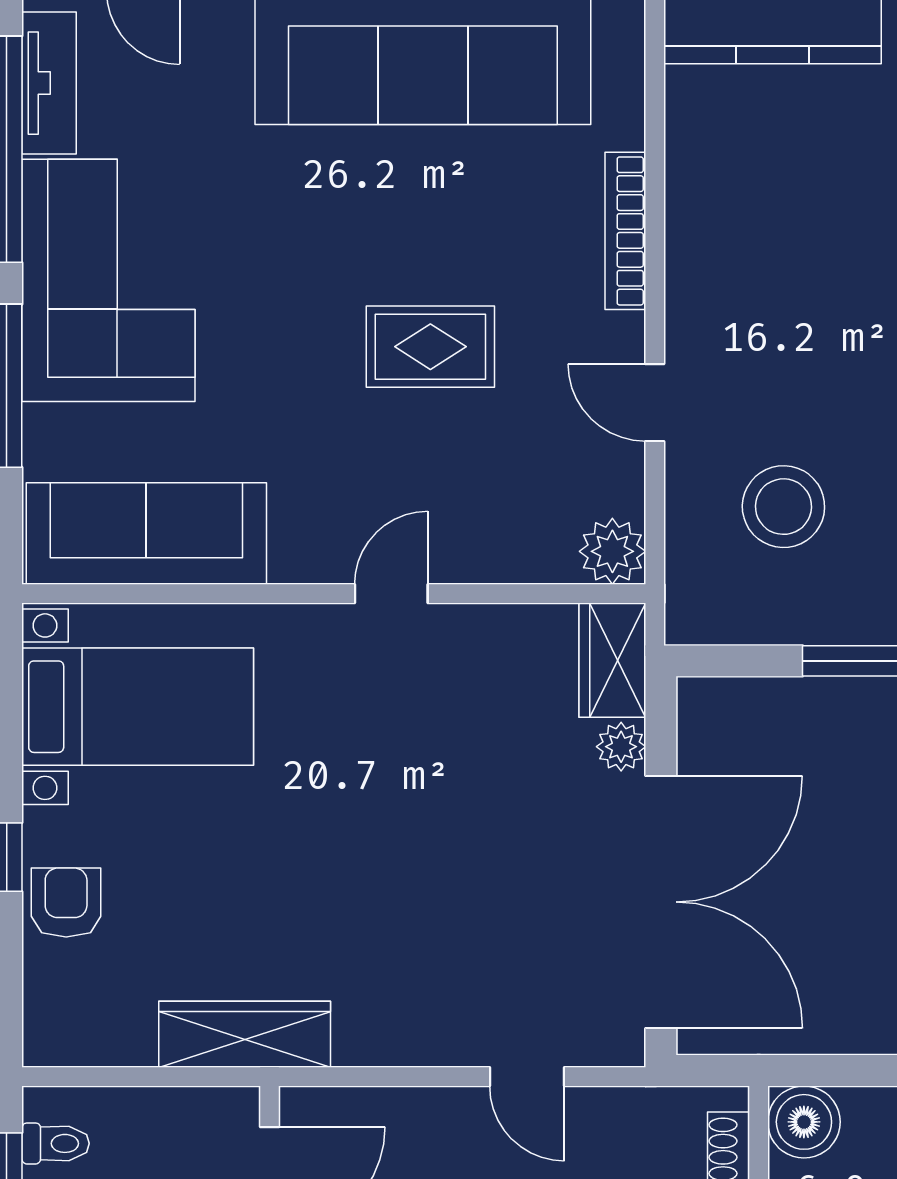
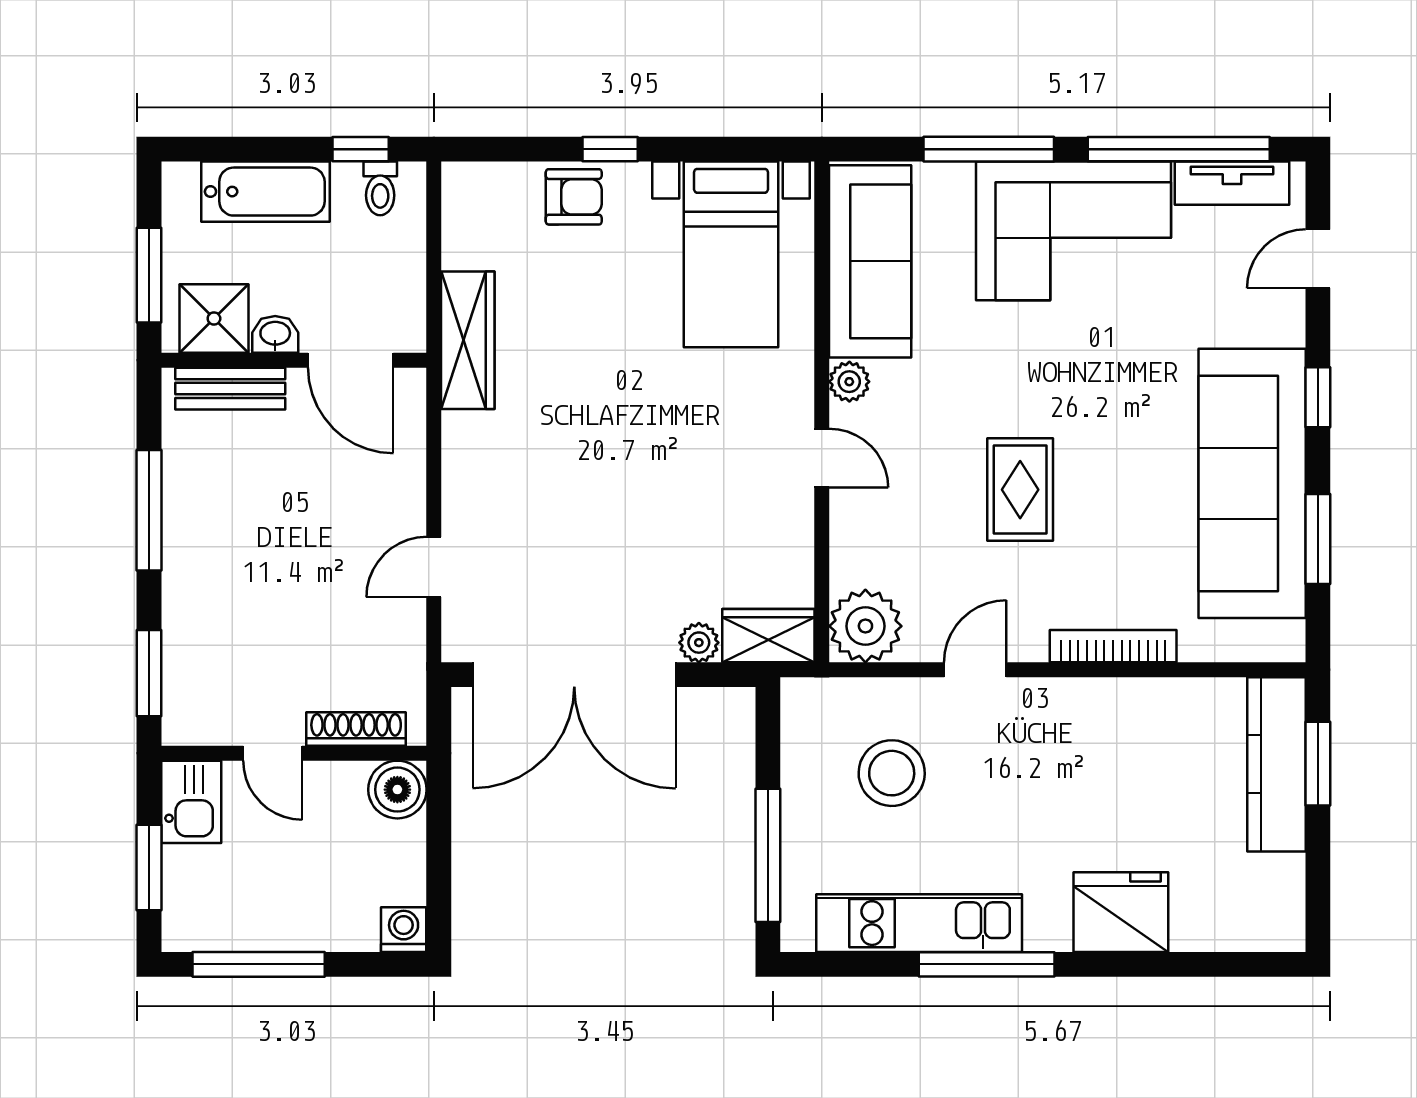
plant: (612, 551) -> (865, 626), width x1.36, depth x1.36
plant: (296, 559) -> (849, 382), added

